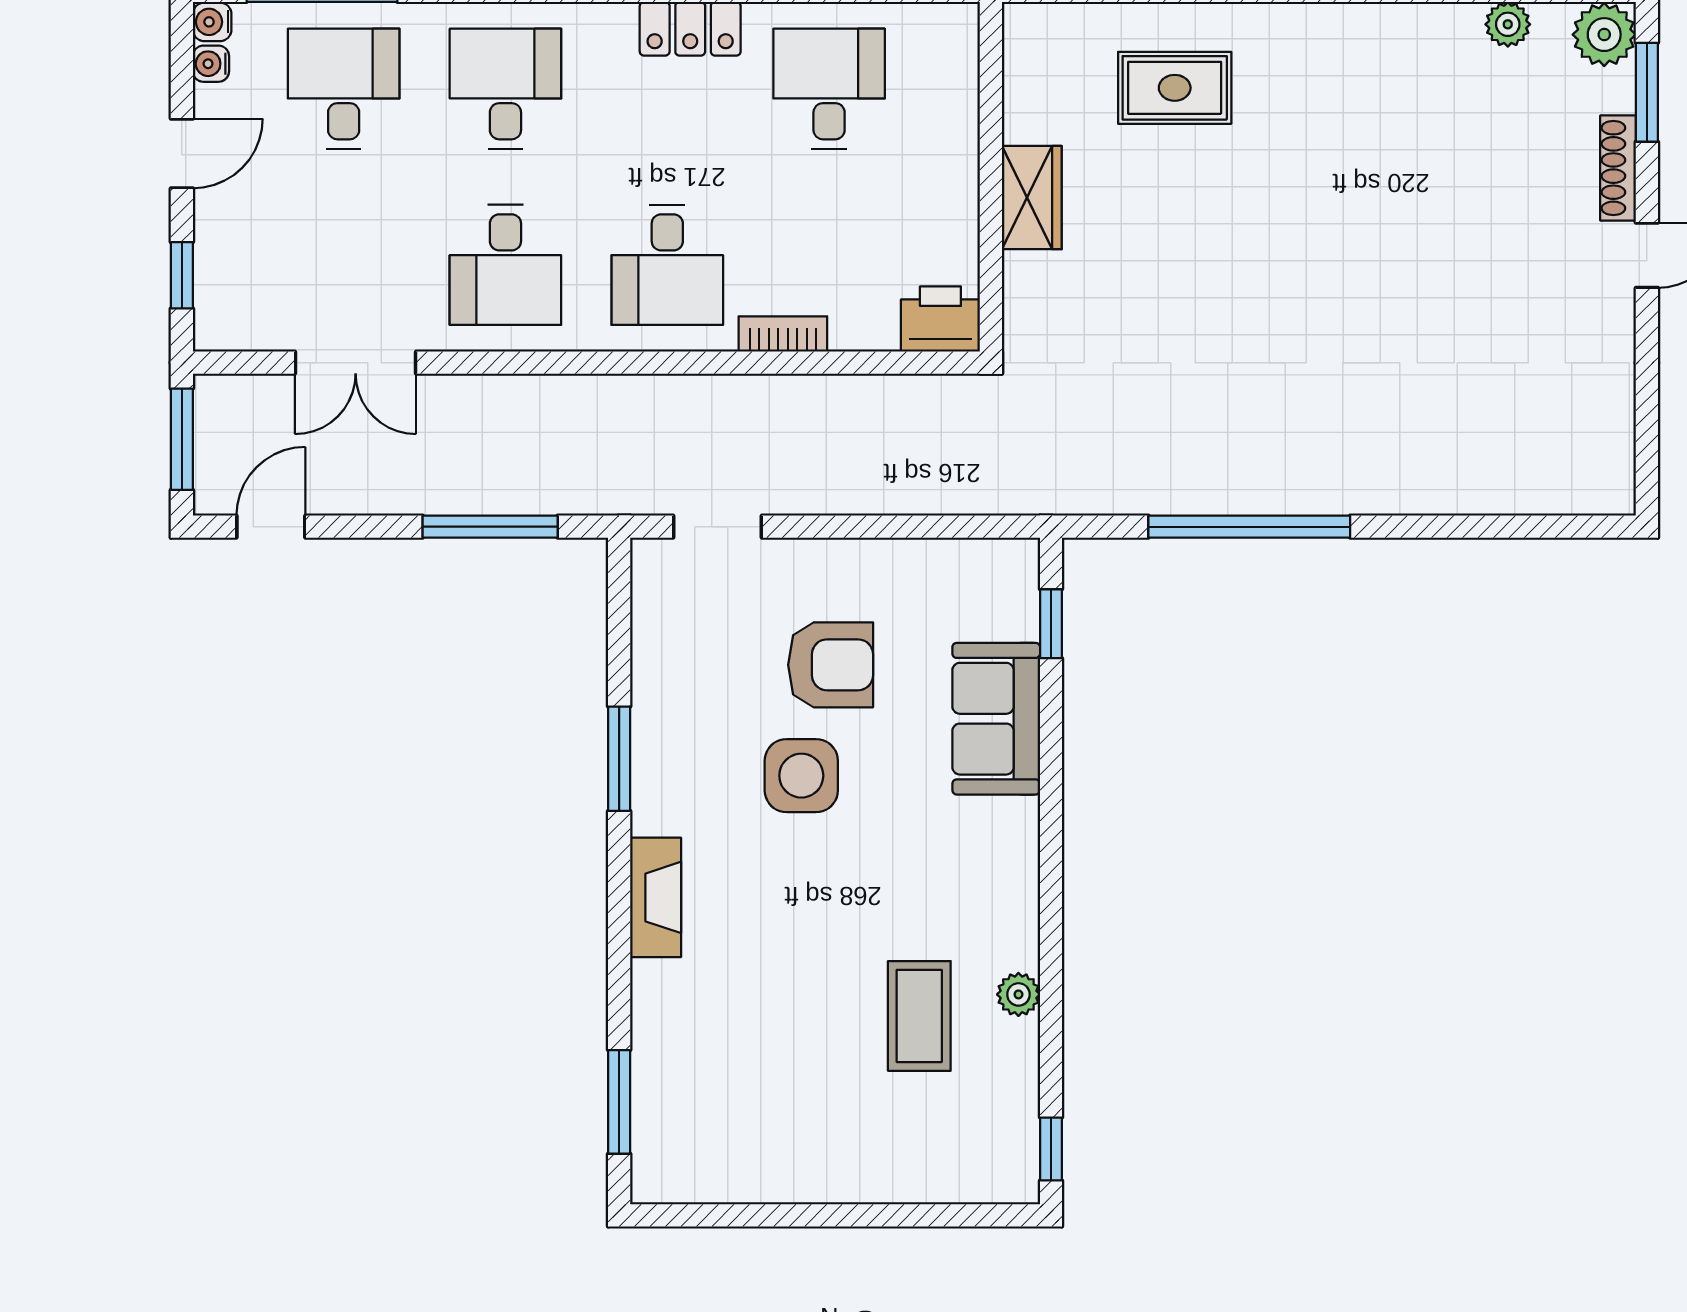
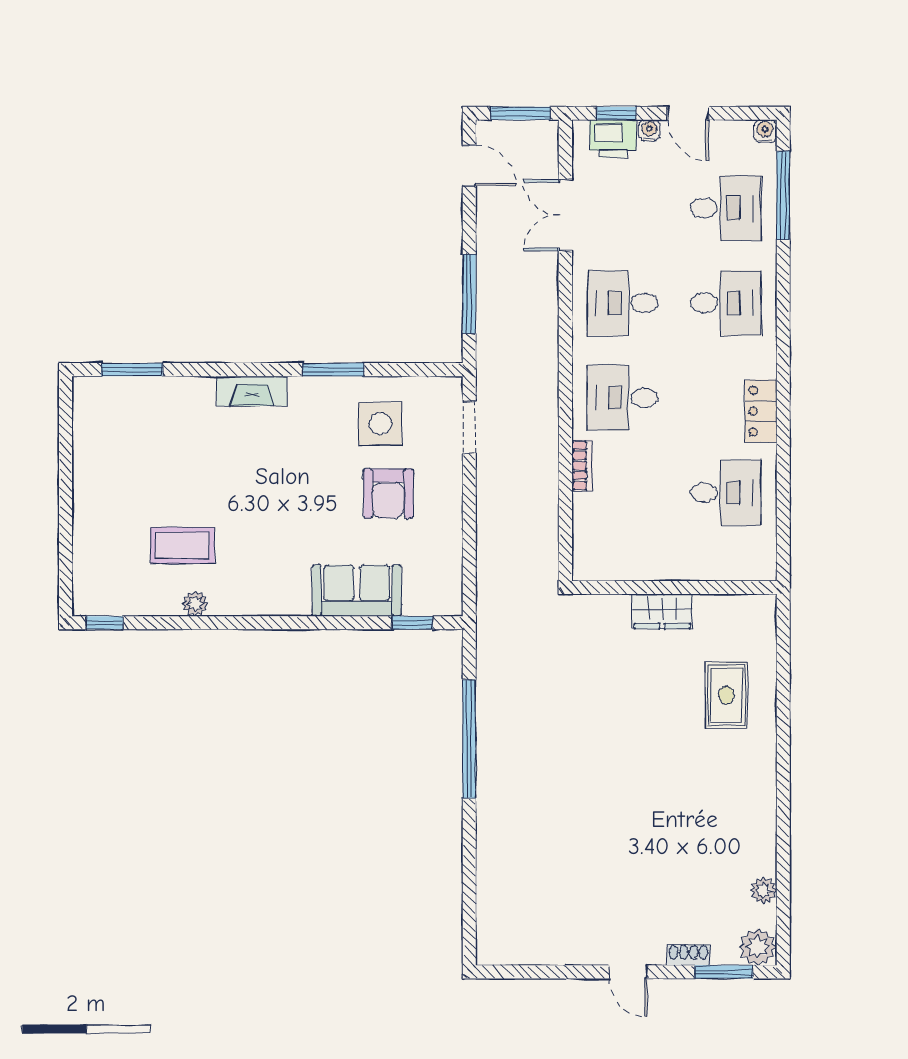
water cooler: (211, 64) -> (649, 130), moved
shoe rack: (1618, 168) -> (689, 955), width x0.70
printer: (940, 319) -> (613, 139), moved, turned 90
side table: (801, 776) -> (380, 424), moved

